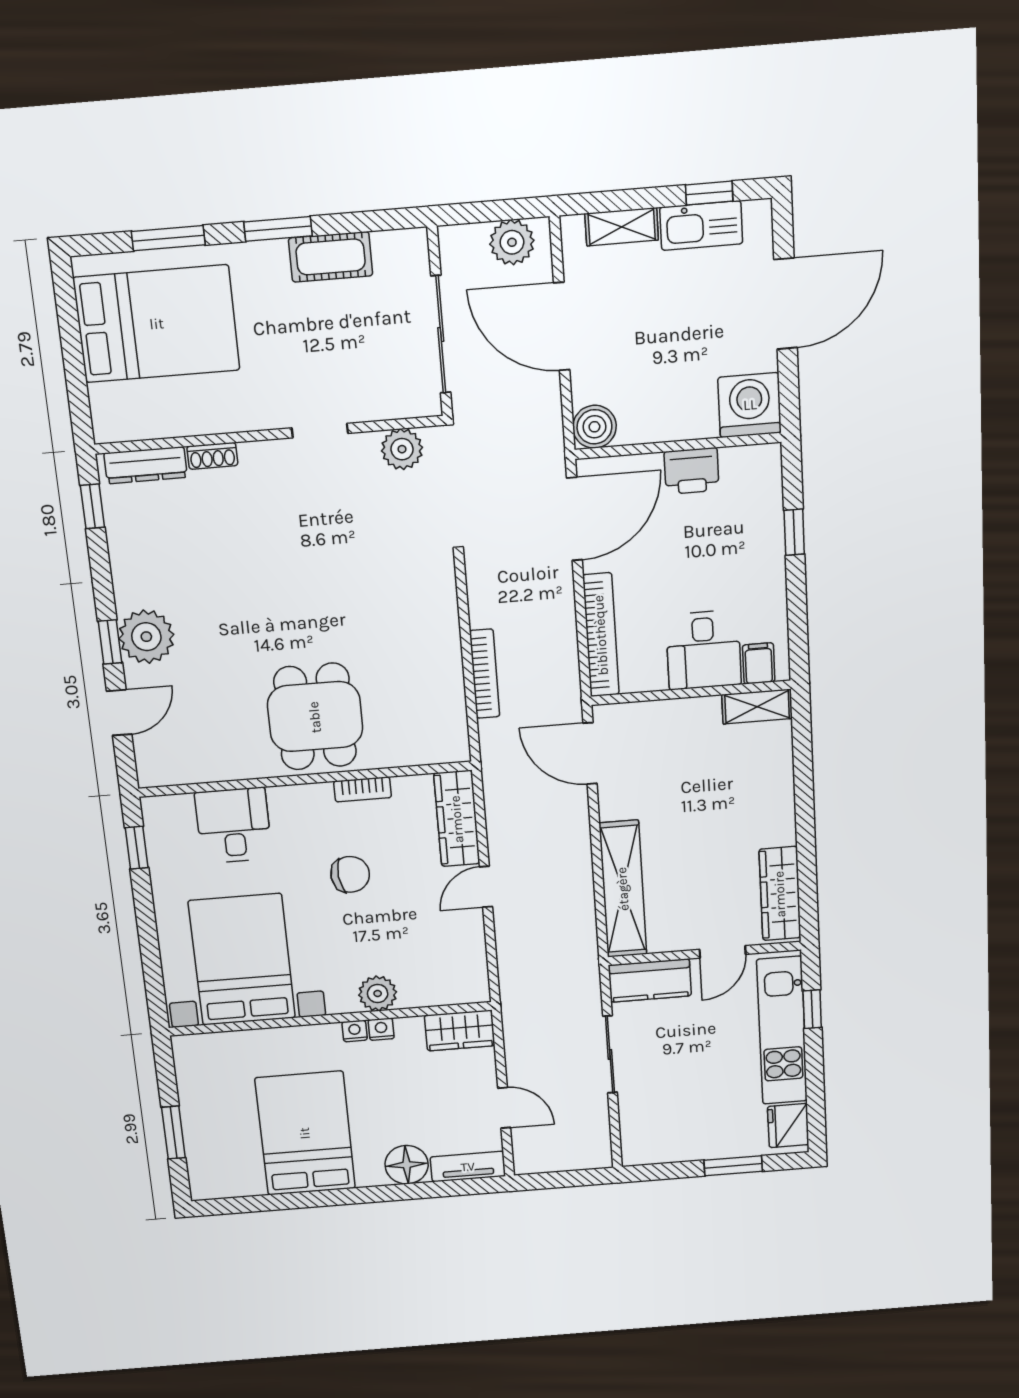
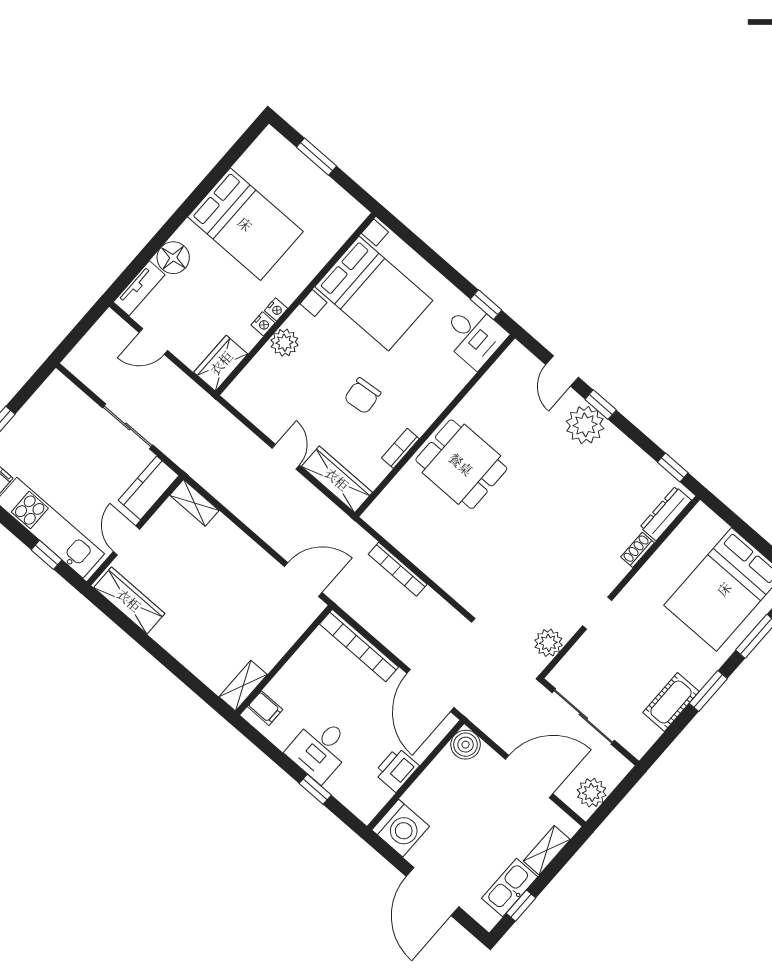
desk: (704, 650) -> (320, 749), moved, turned -90
desk: (233, 825) -> (474, 335), moved
shelving: (623, 889) -> (194, 503), width x0.45, depth x0.75

